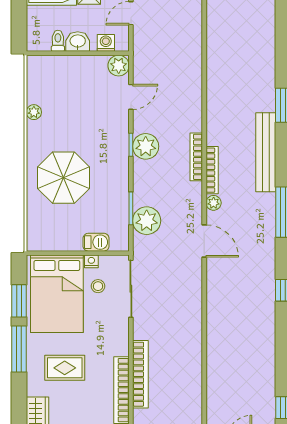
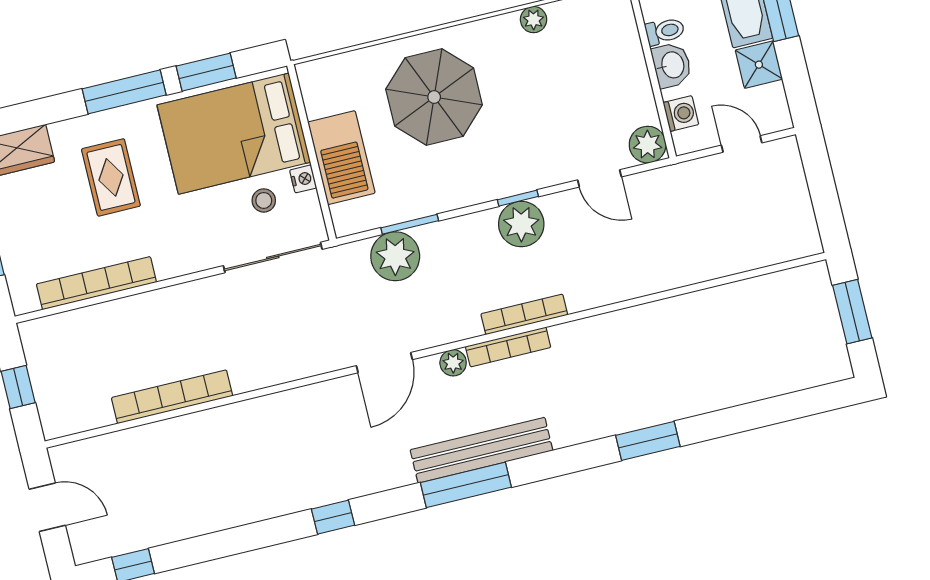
bench: (266, 152) -> (481, 450), moved
barbecue: (96, 242) -> (341, 158), width x1.88, depth x1.53
bookcase: (140, 374) -> (172, 397), moved, turned 180

